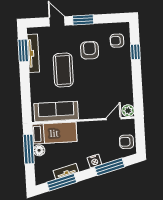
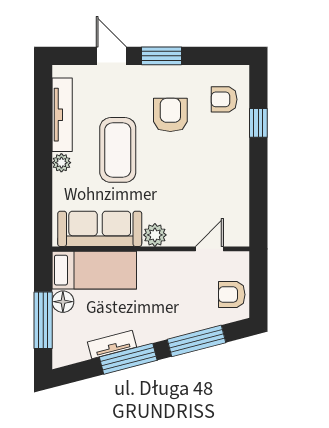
window: (23, 51) -> (43, 108), removed
plant: (34, 78) -> (61, 163), added
plant: (128, 111) -> (155, 235), moved
window: (29, 149) -> (43, 320), moved
nightstand: (94, 161) -> (168, 328), removed
window: (62, 182) -> (128, 359), moved

